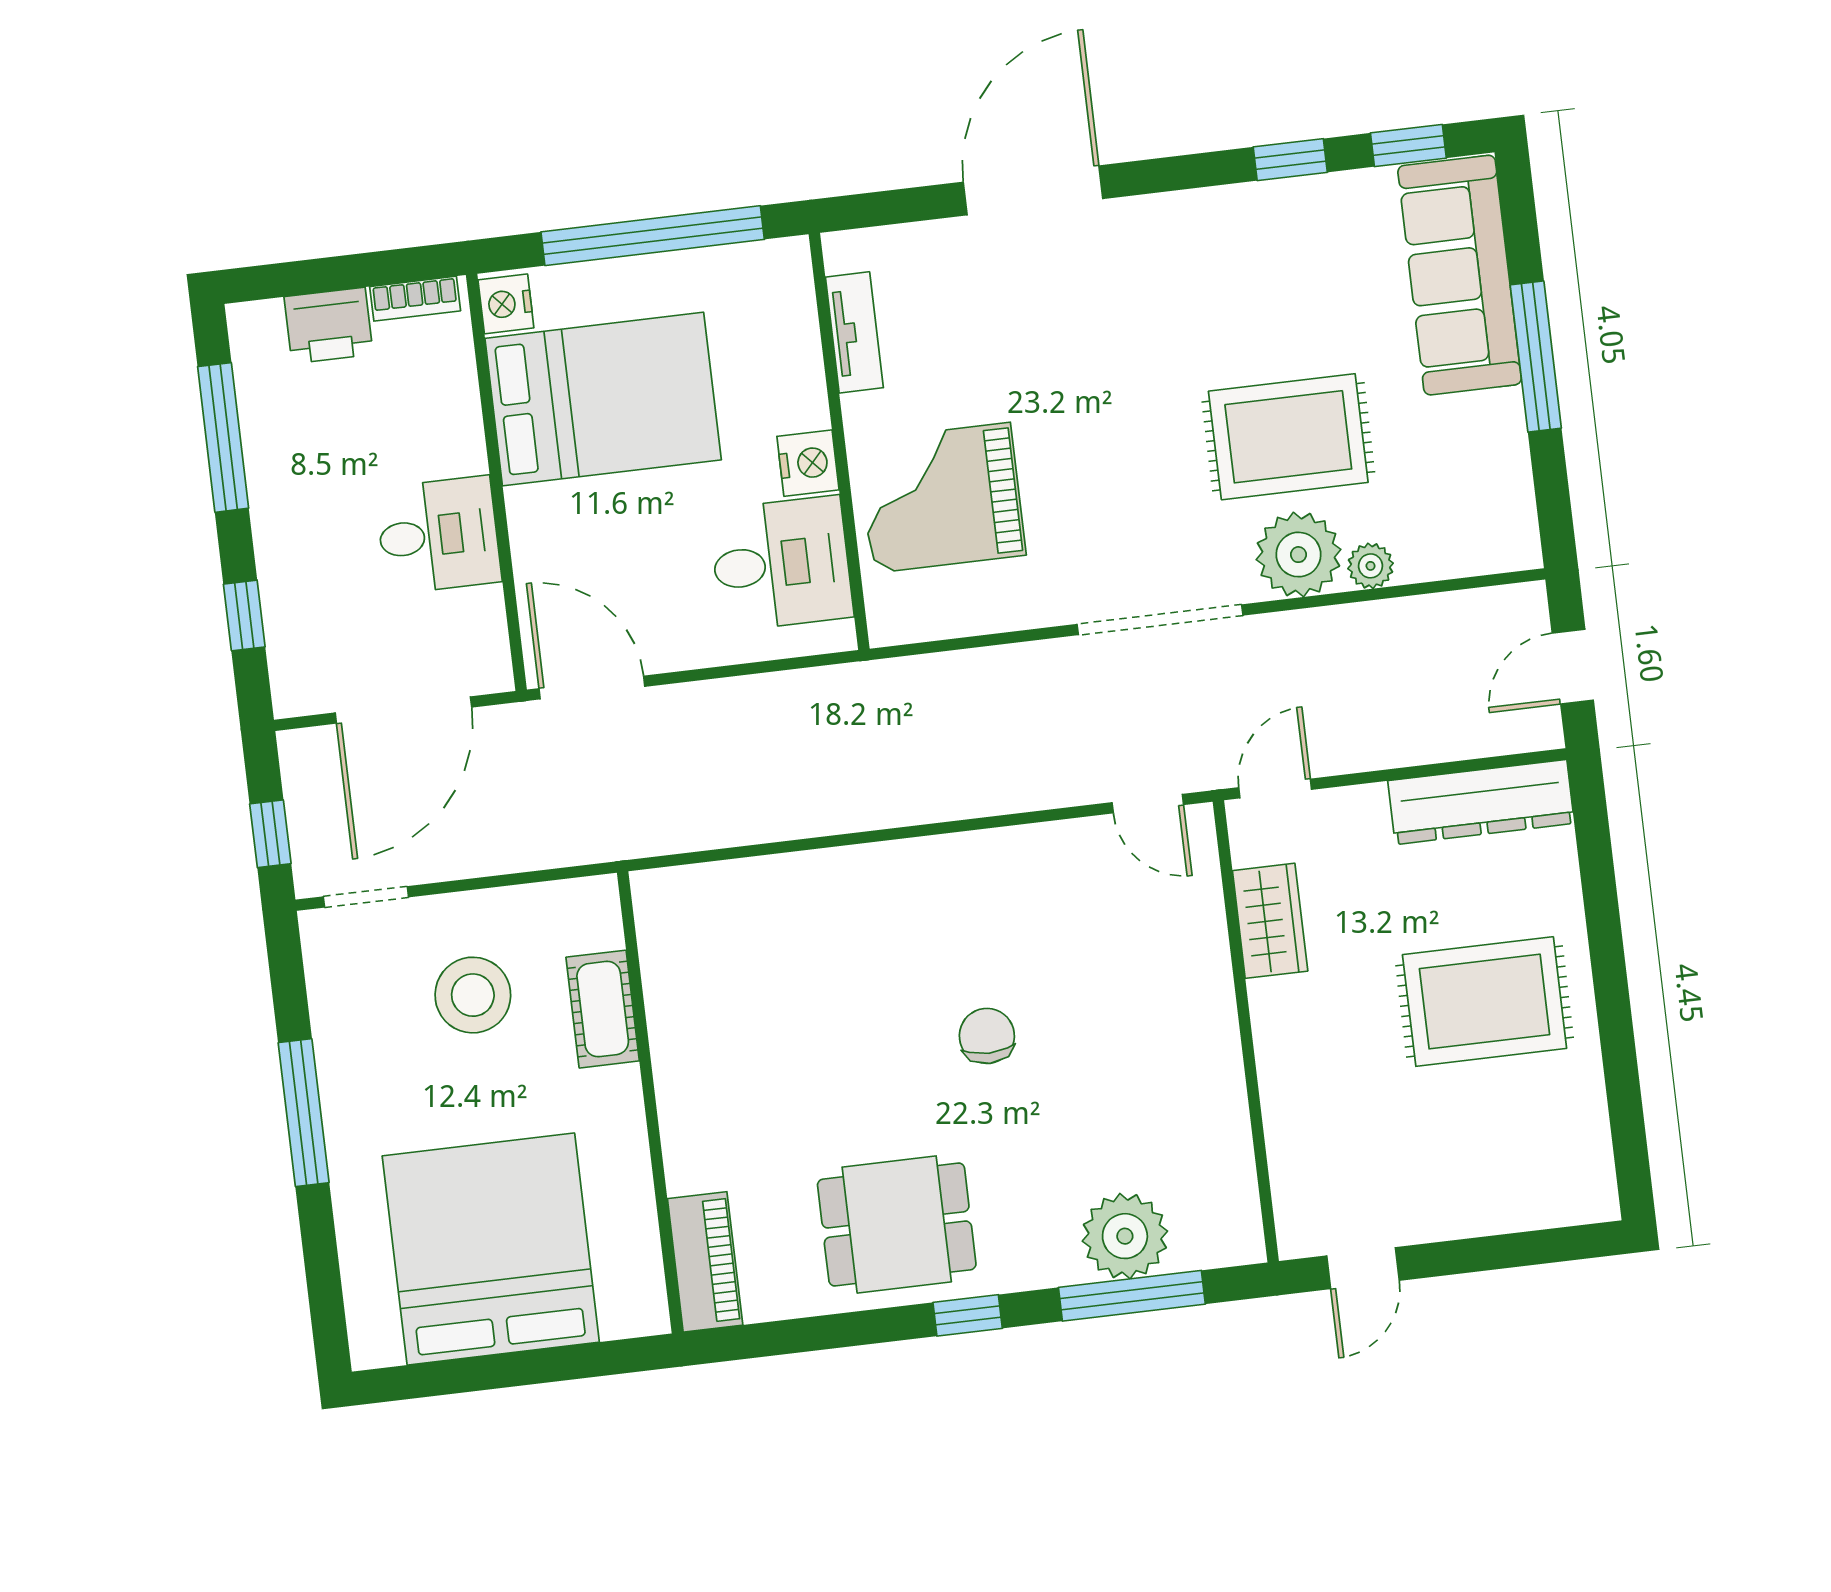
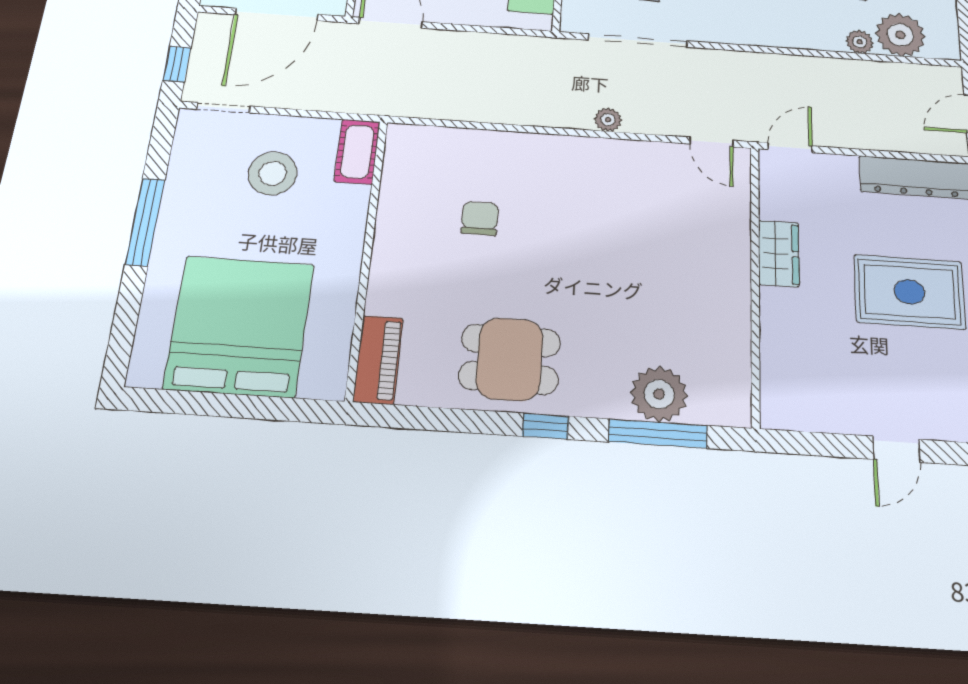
plant: (1298, 555) -> (900, 35), moved
doorway: (1160, 620) -> (638, 40), moved
plant: (977, 796) -> (608, 120), added
wardrobe: (1270, 921) -> (779, 253), moved
cot: (603, 1009) -> (357, 152), moved
chair: (987, 1036) -> (480, 218), moved
door: (1363, 1268) -> (896, 449), moved

